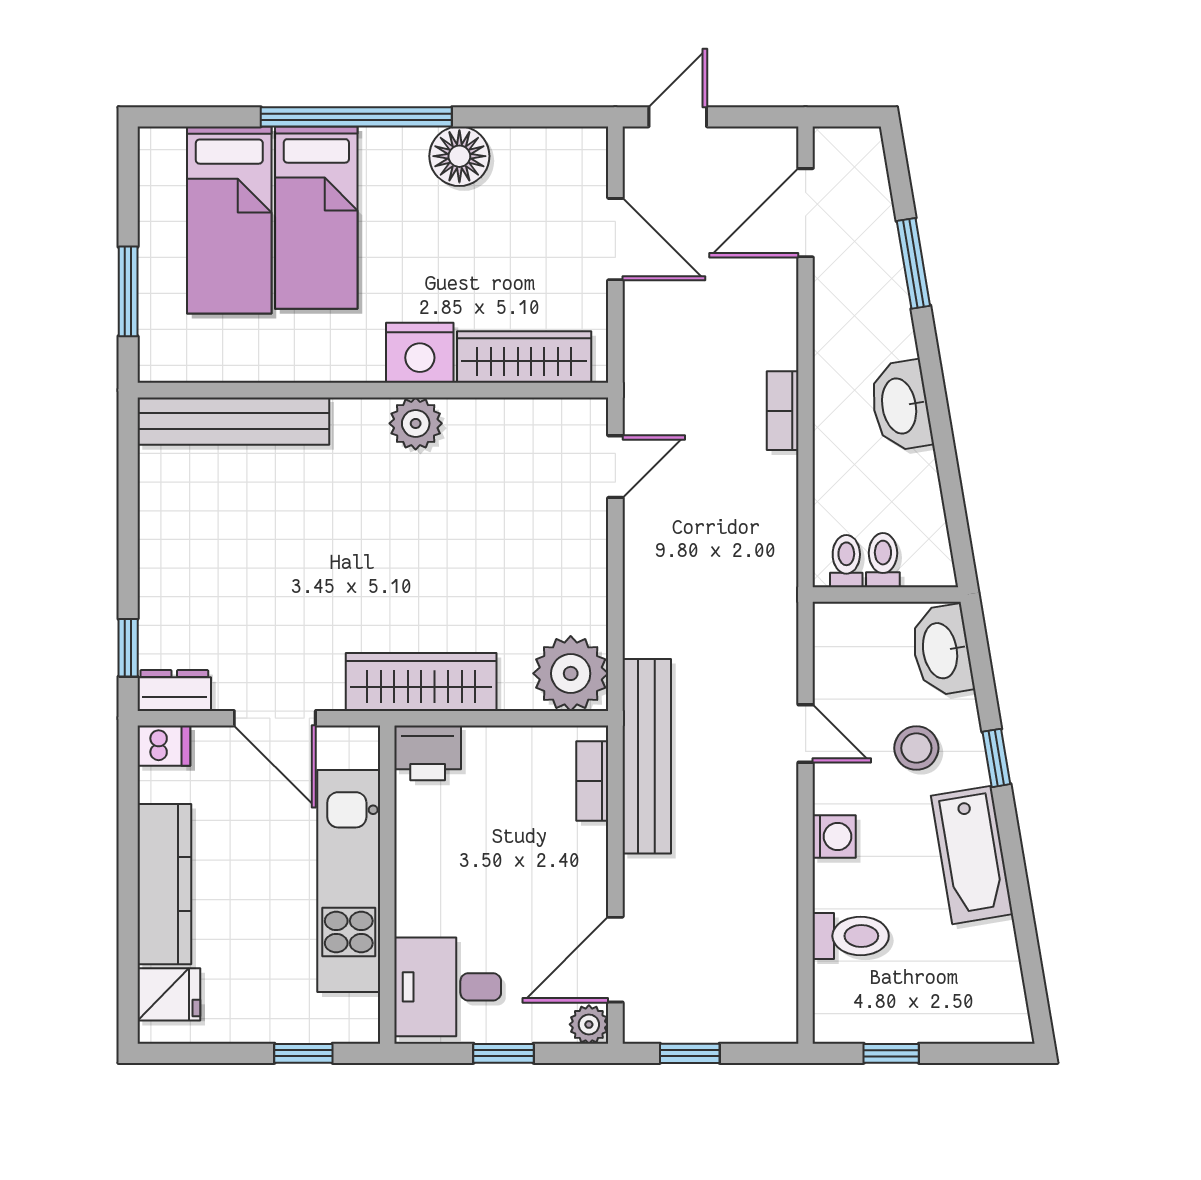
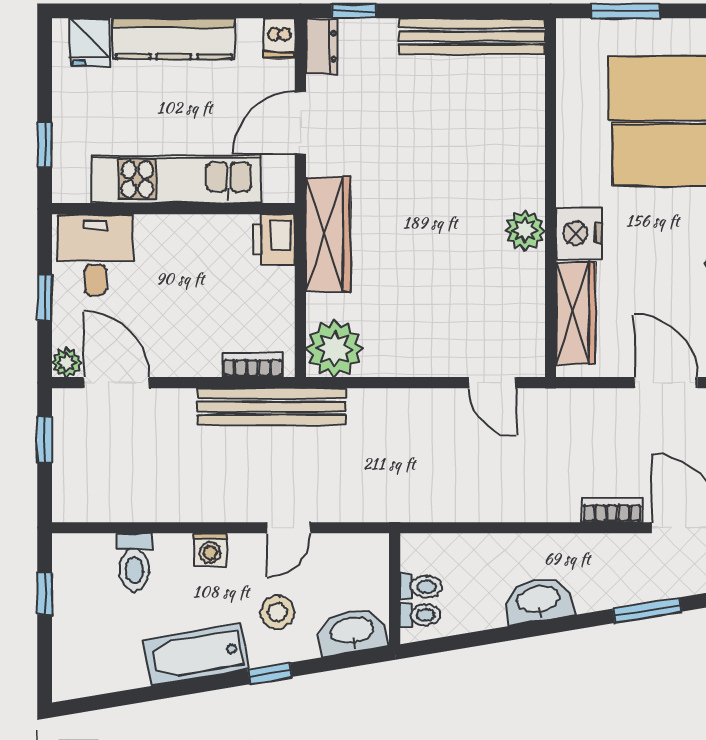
door: (615, 239) -> (666, 383), swing flipped
bookcase: (783, 411) -> (612, 510), moved
bench: (233, 421) -> (472, 36), moved, turned 90
toilet: (846, 561) -> (420, 615), moved

